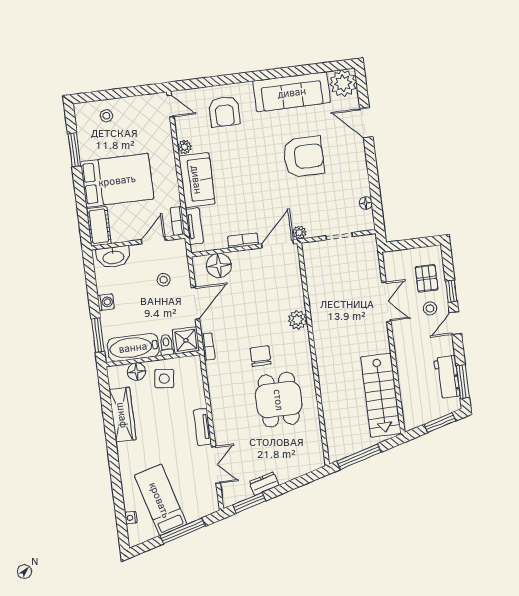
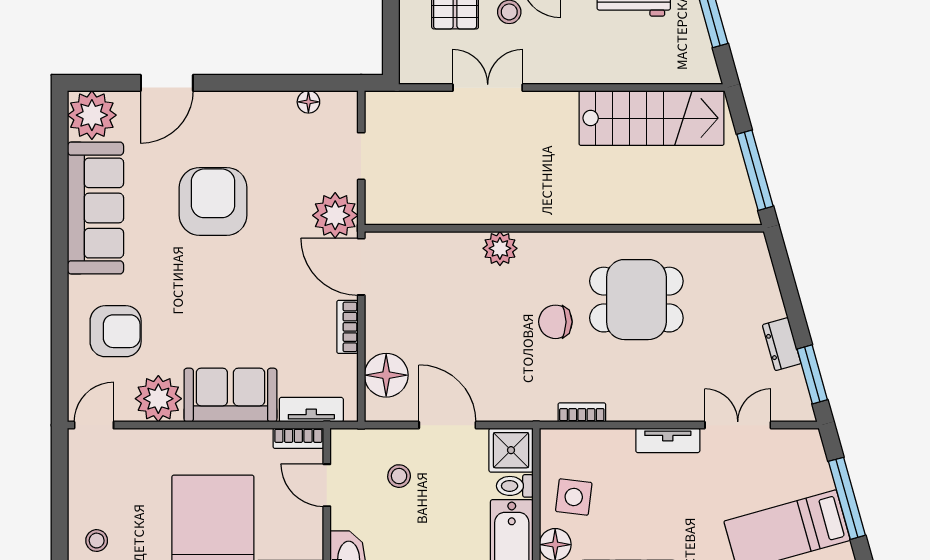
plant: (184, 147) -> (158, 399), width x1.87, depth x1.87
plant: (299, 233) -> (335, 215), width x1.88, depth x1.88
bookcase: (208, 347) -> (582, 412), moved

